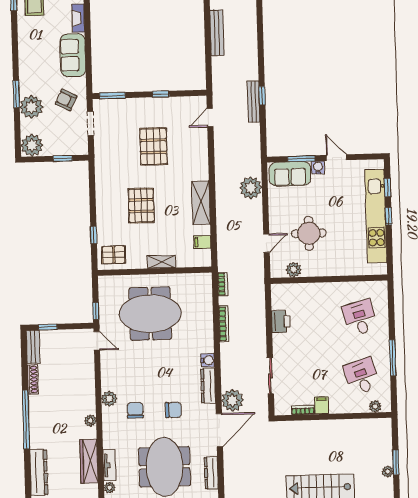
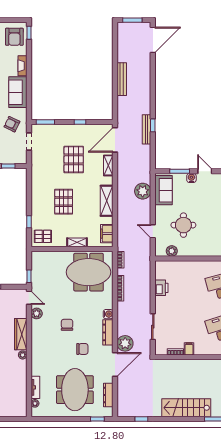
door: (210, 118) -> (115, 140), width x1.88
shelving: (202, 153) -> (108, 165), added
sofa: (290, 174) -> (163, 190), moved, turned -90
filing cabinet: (202, 242) -> (107, 234), width x2.00
door: (266, 243) -> (153, 231), swing flipped
meeting table: (150, 314) -> (89, 272), moved
plant: (109, 399) -> (37, 313), moved
chair: (135, 410) -> (67, 325), moved
wardrobe: (89, 461) -> (21, 334), moved

